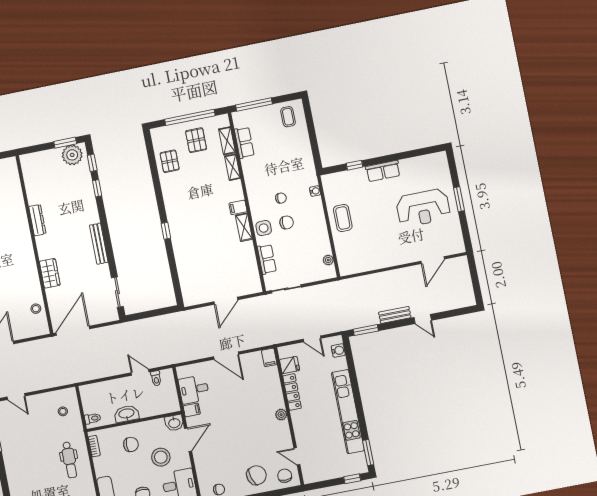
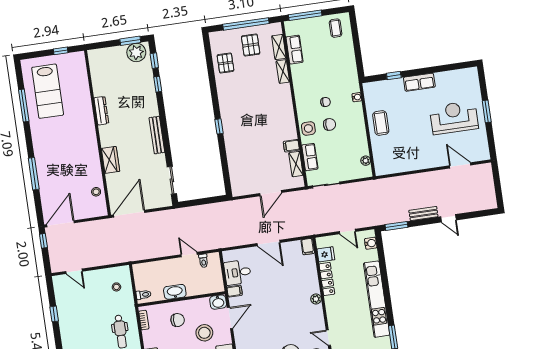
filing cabinet: (238, 207) -> (291, 146), moved
reception desk: (423, 208) -> (454, 118), turned 180
shelving: (244, 227) -> (296, 164), moved
door: (433, 260) -> (460, 165), swing flipped

